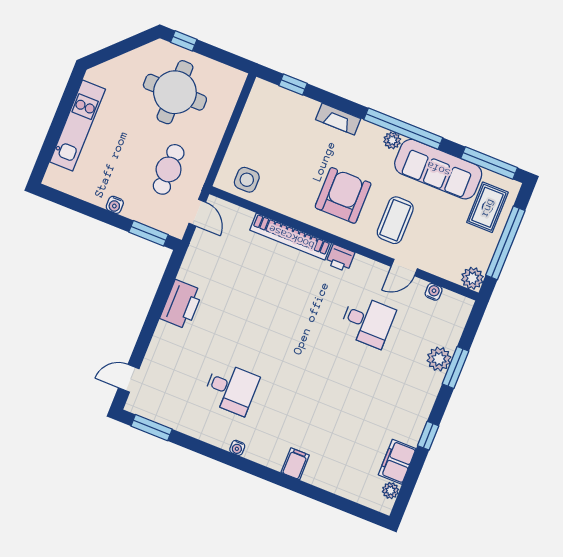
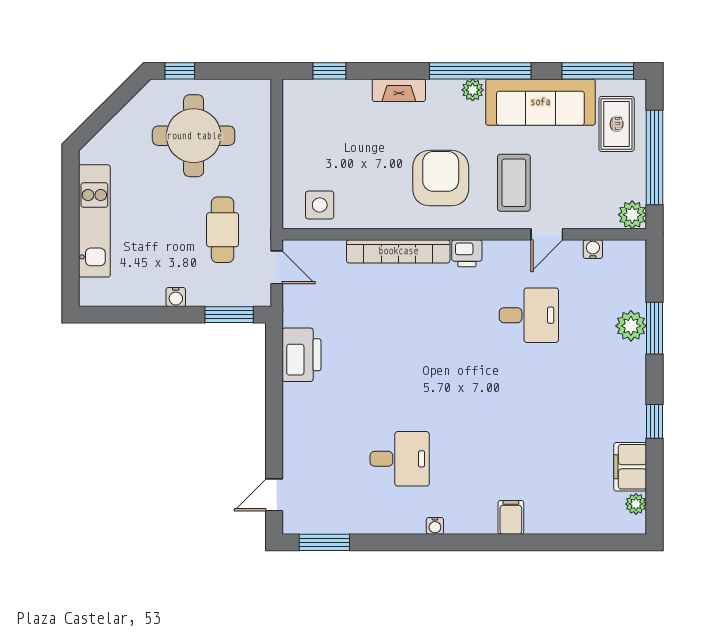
printer: (181, 304) -> (301, 355), moved

